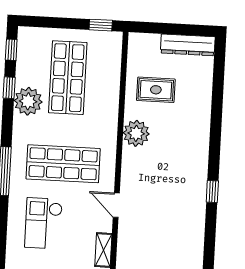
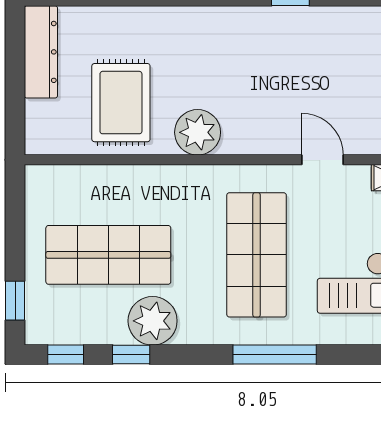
window: (101, 25) -> (15, 301), moved
rug: (156, 90) -> (121, 103), width x1.36, depth x1.43
door: (116, 205) -> (322, 160), swing flipped

